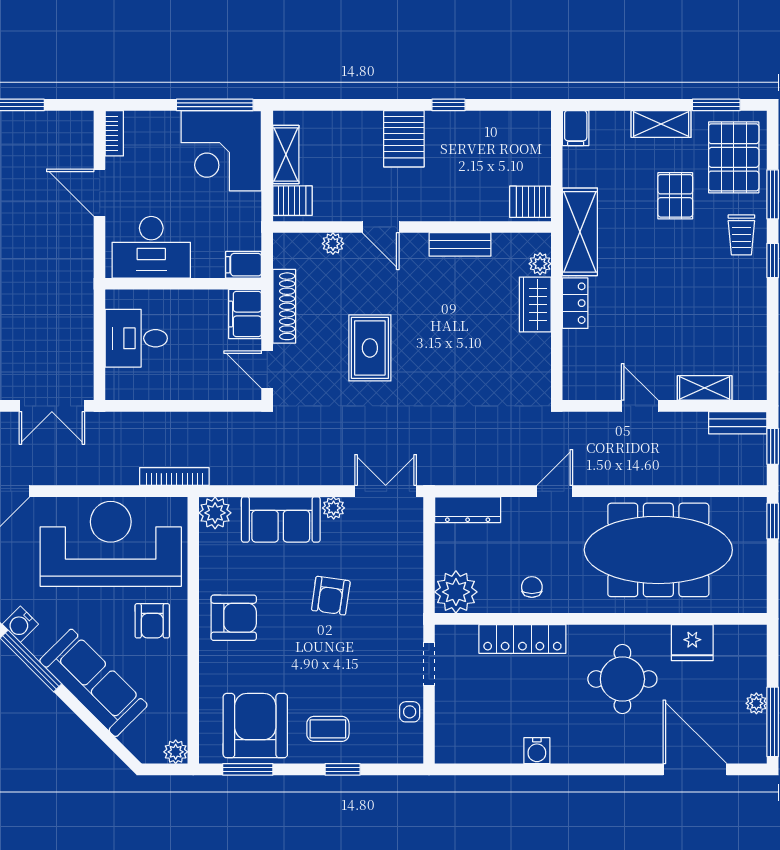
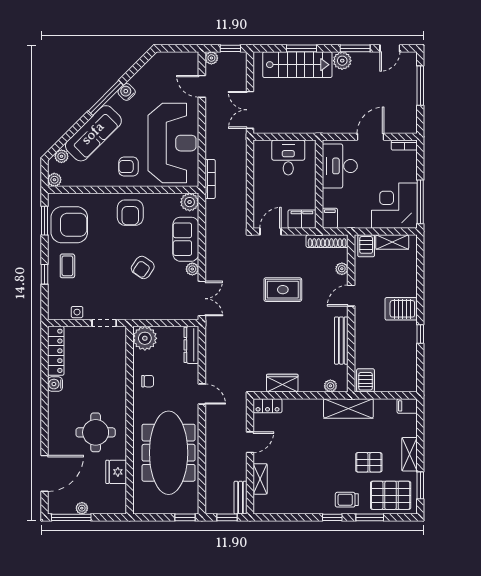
bench: (460, 244) -> (341, 341), width x1.36
locker: (575, 303) -> (268, 406), moved
wardrobe: (535, 305) -> (282, 383), moved
shoe rack: (284, 306) -> (327, 241), moved
armchair: (331, 596) -> (143, 267), turned -63
locker: (522, 639) -> (56, 351), moved, turned 180
plant: (134, 739) -> (61, 156), added

